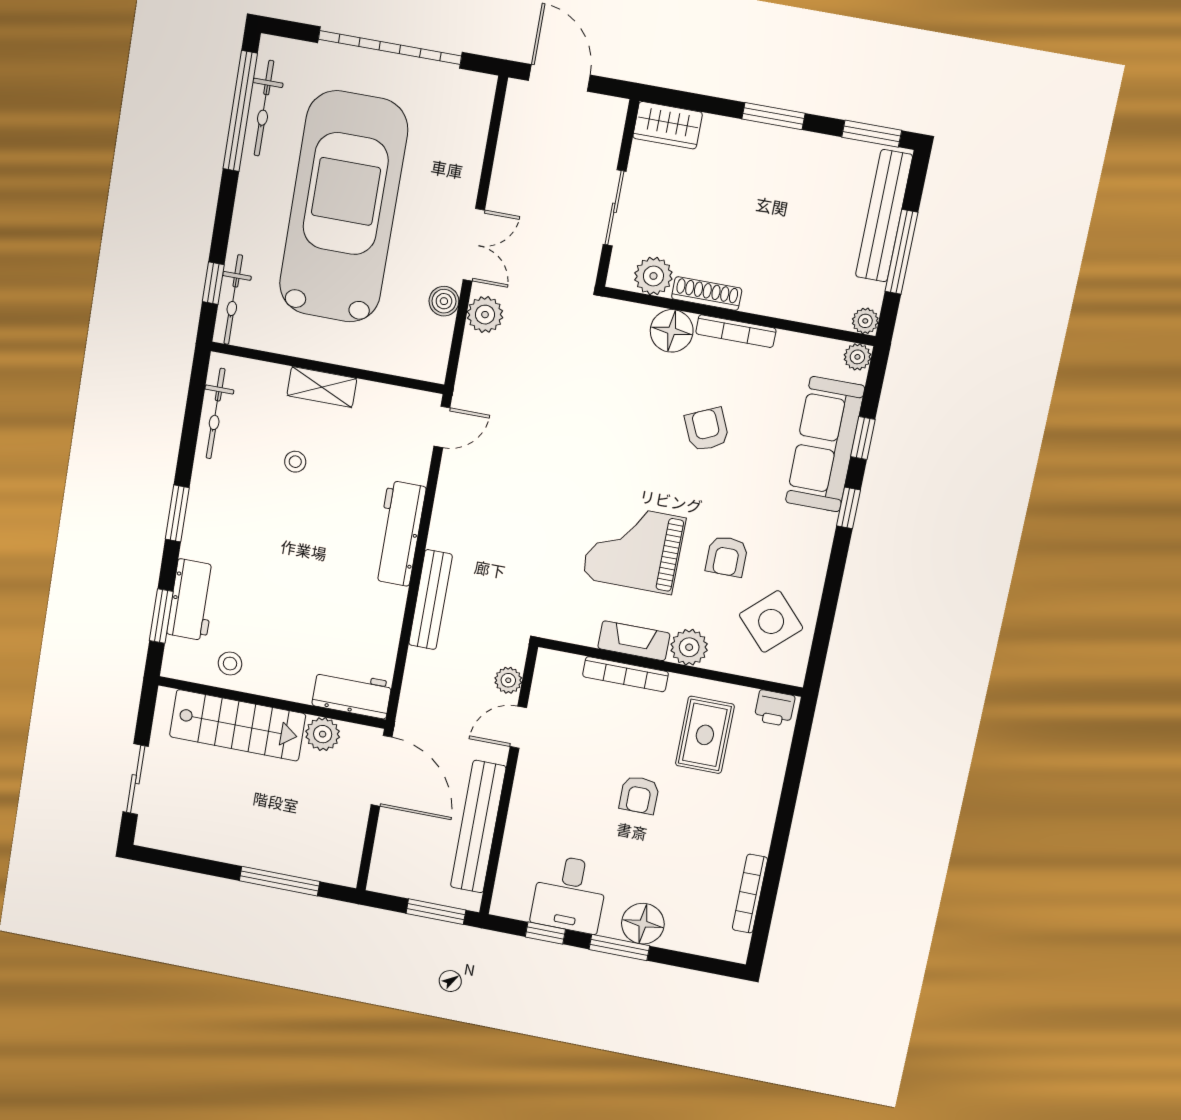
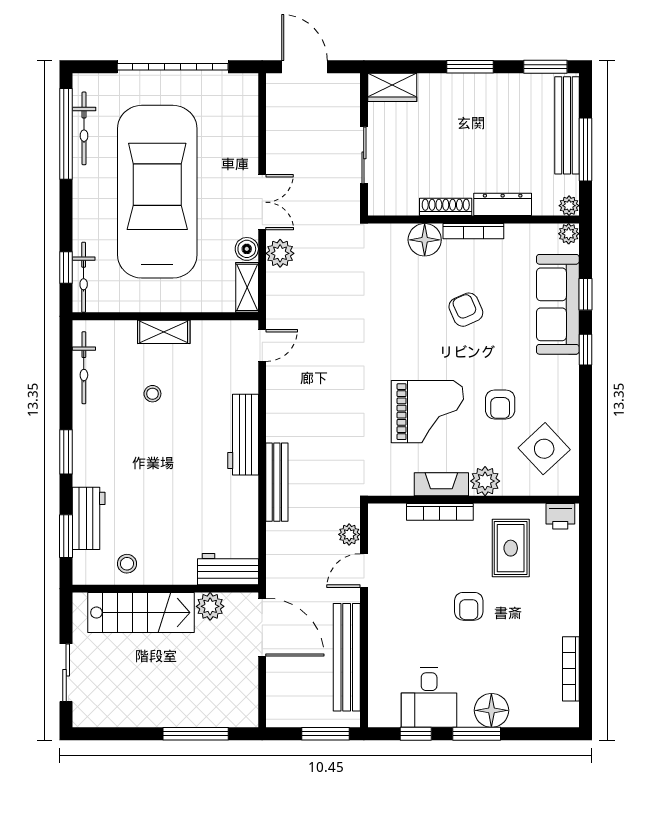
plant: (653, 276) -> (403, 201), removed
dresser: (780, 304) -> (503, 204), added
shelving: (436, 350) -> (247, 287), added
grand piano: (634, 548) -> (427, 412), turned 180

